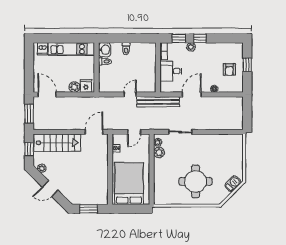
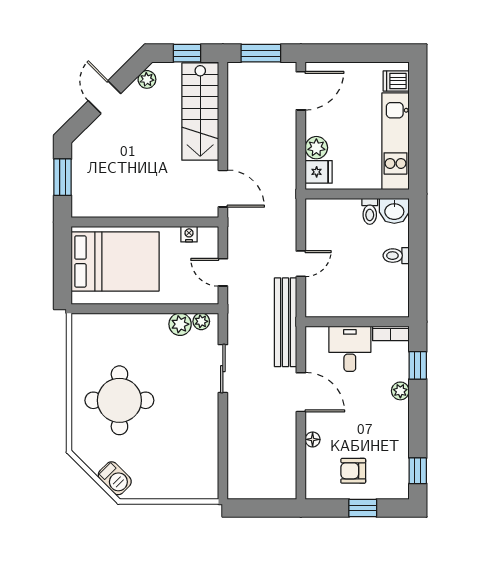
window: (200, 38) -> (418, 471), moved
door: (130, 94) -> (301, 264), hinge flipped

